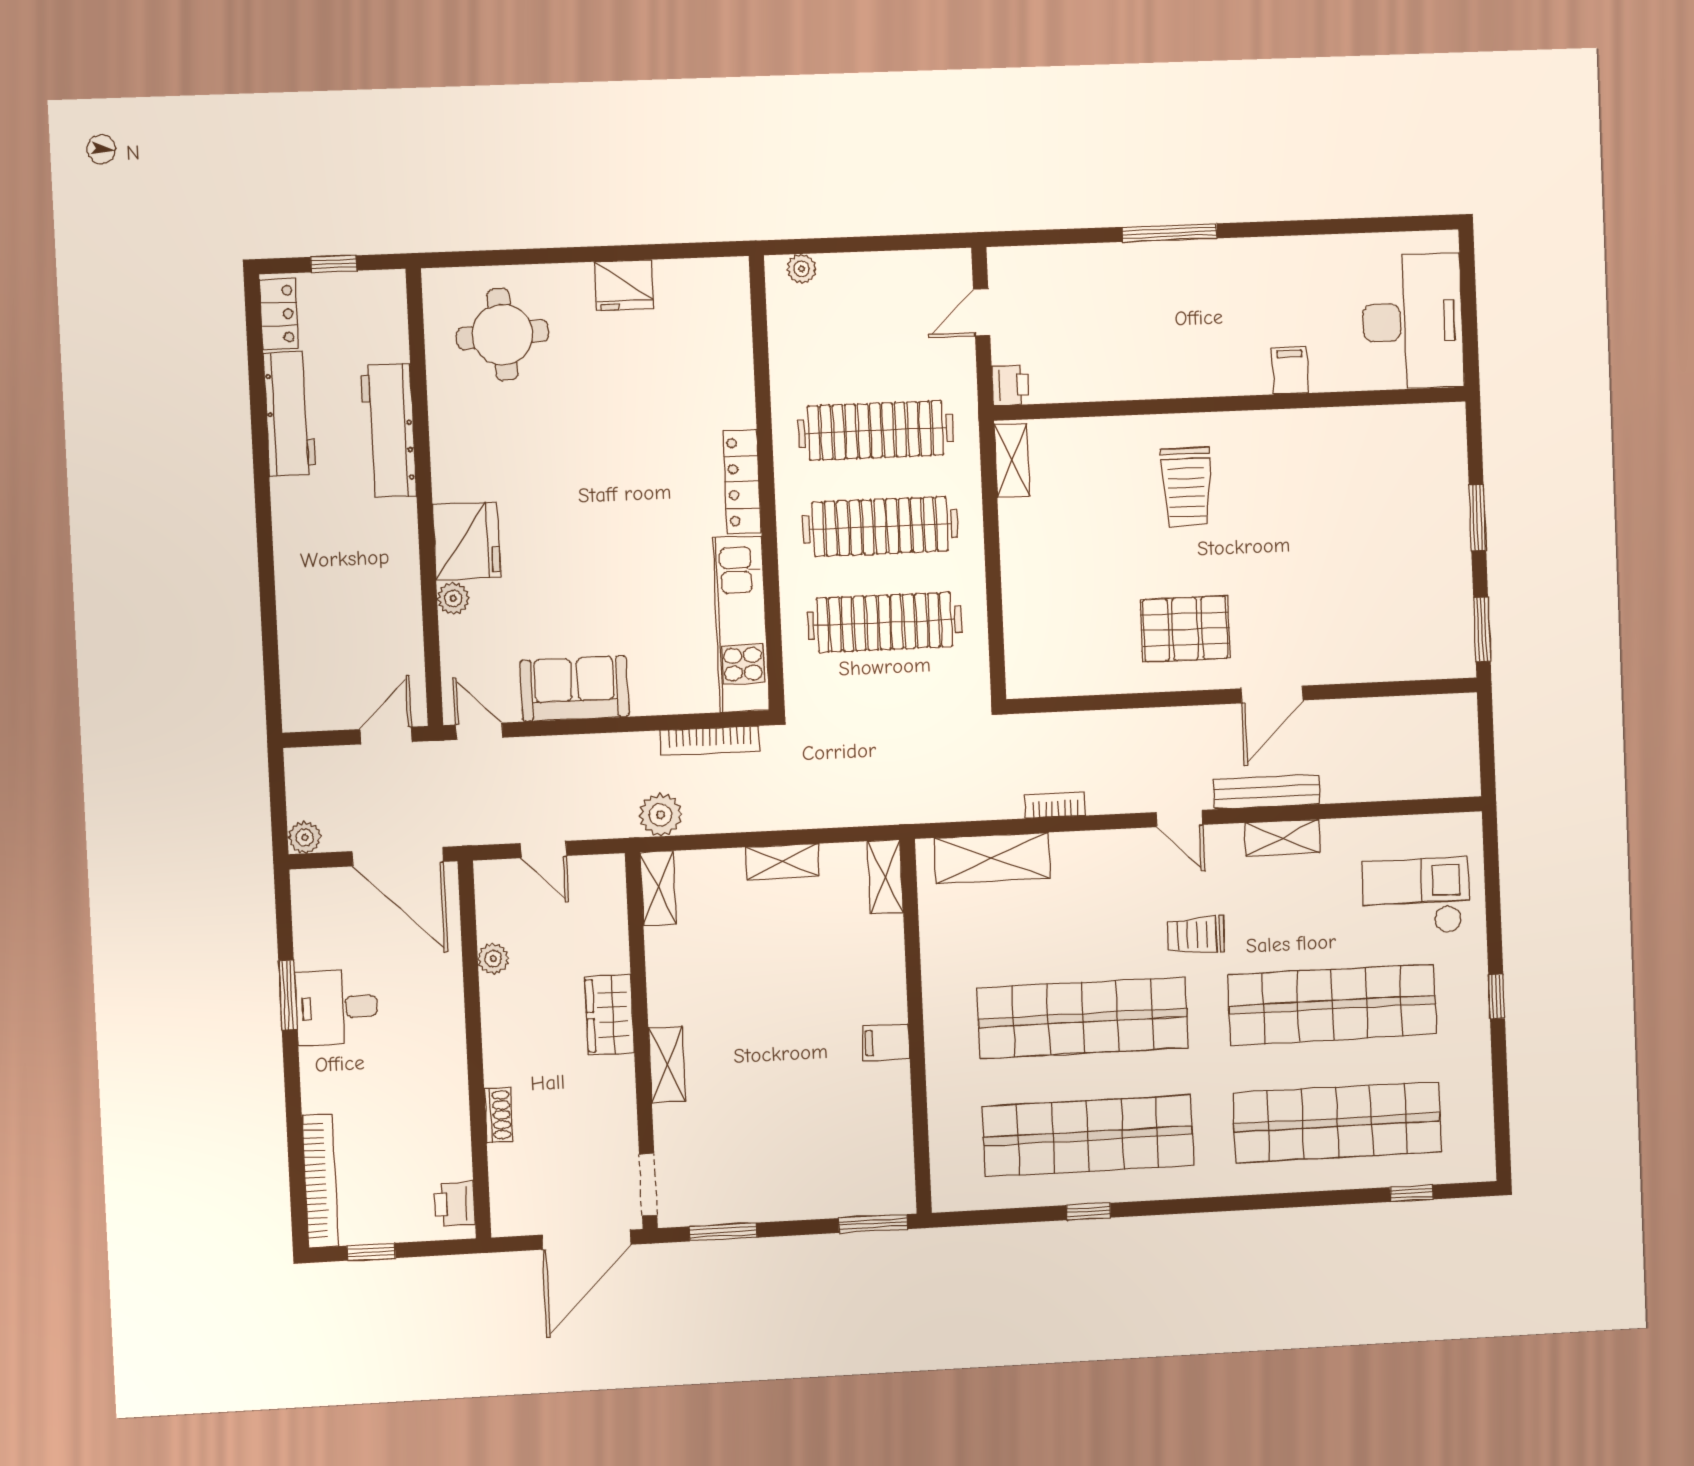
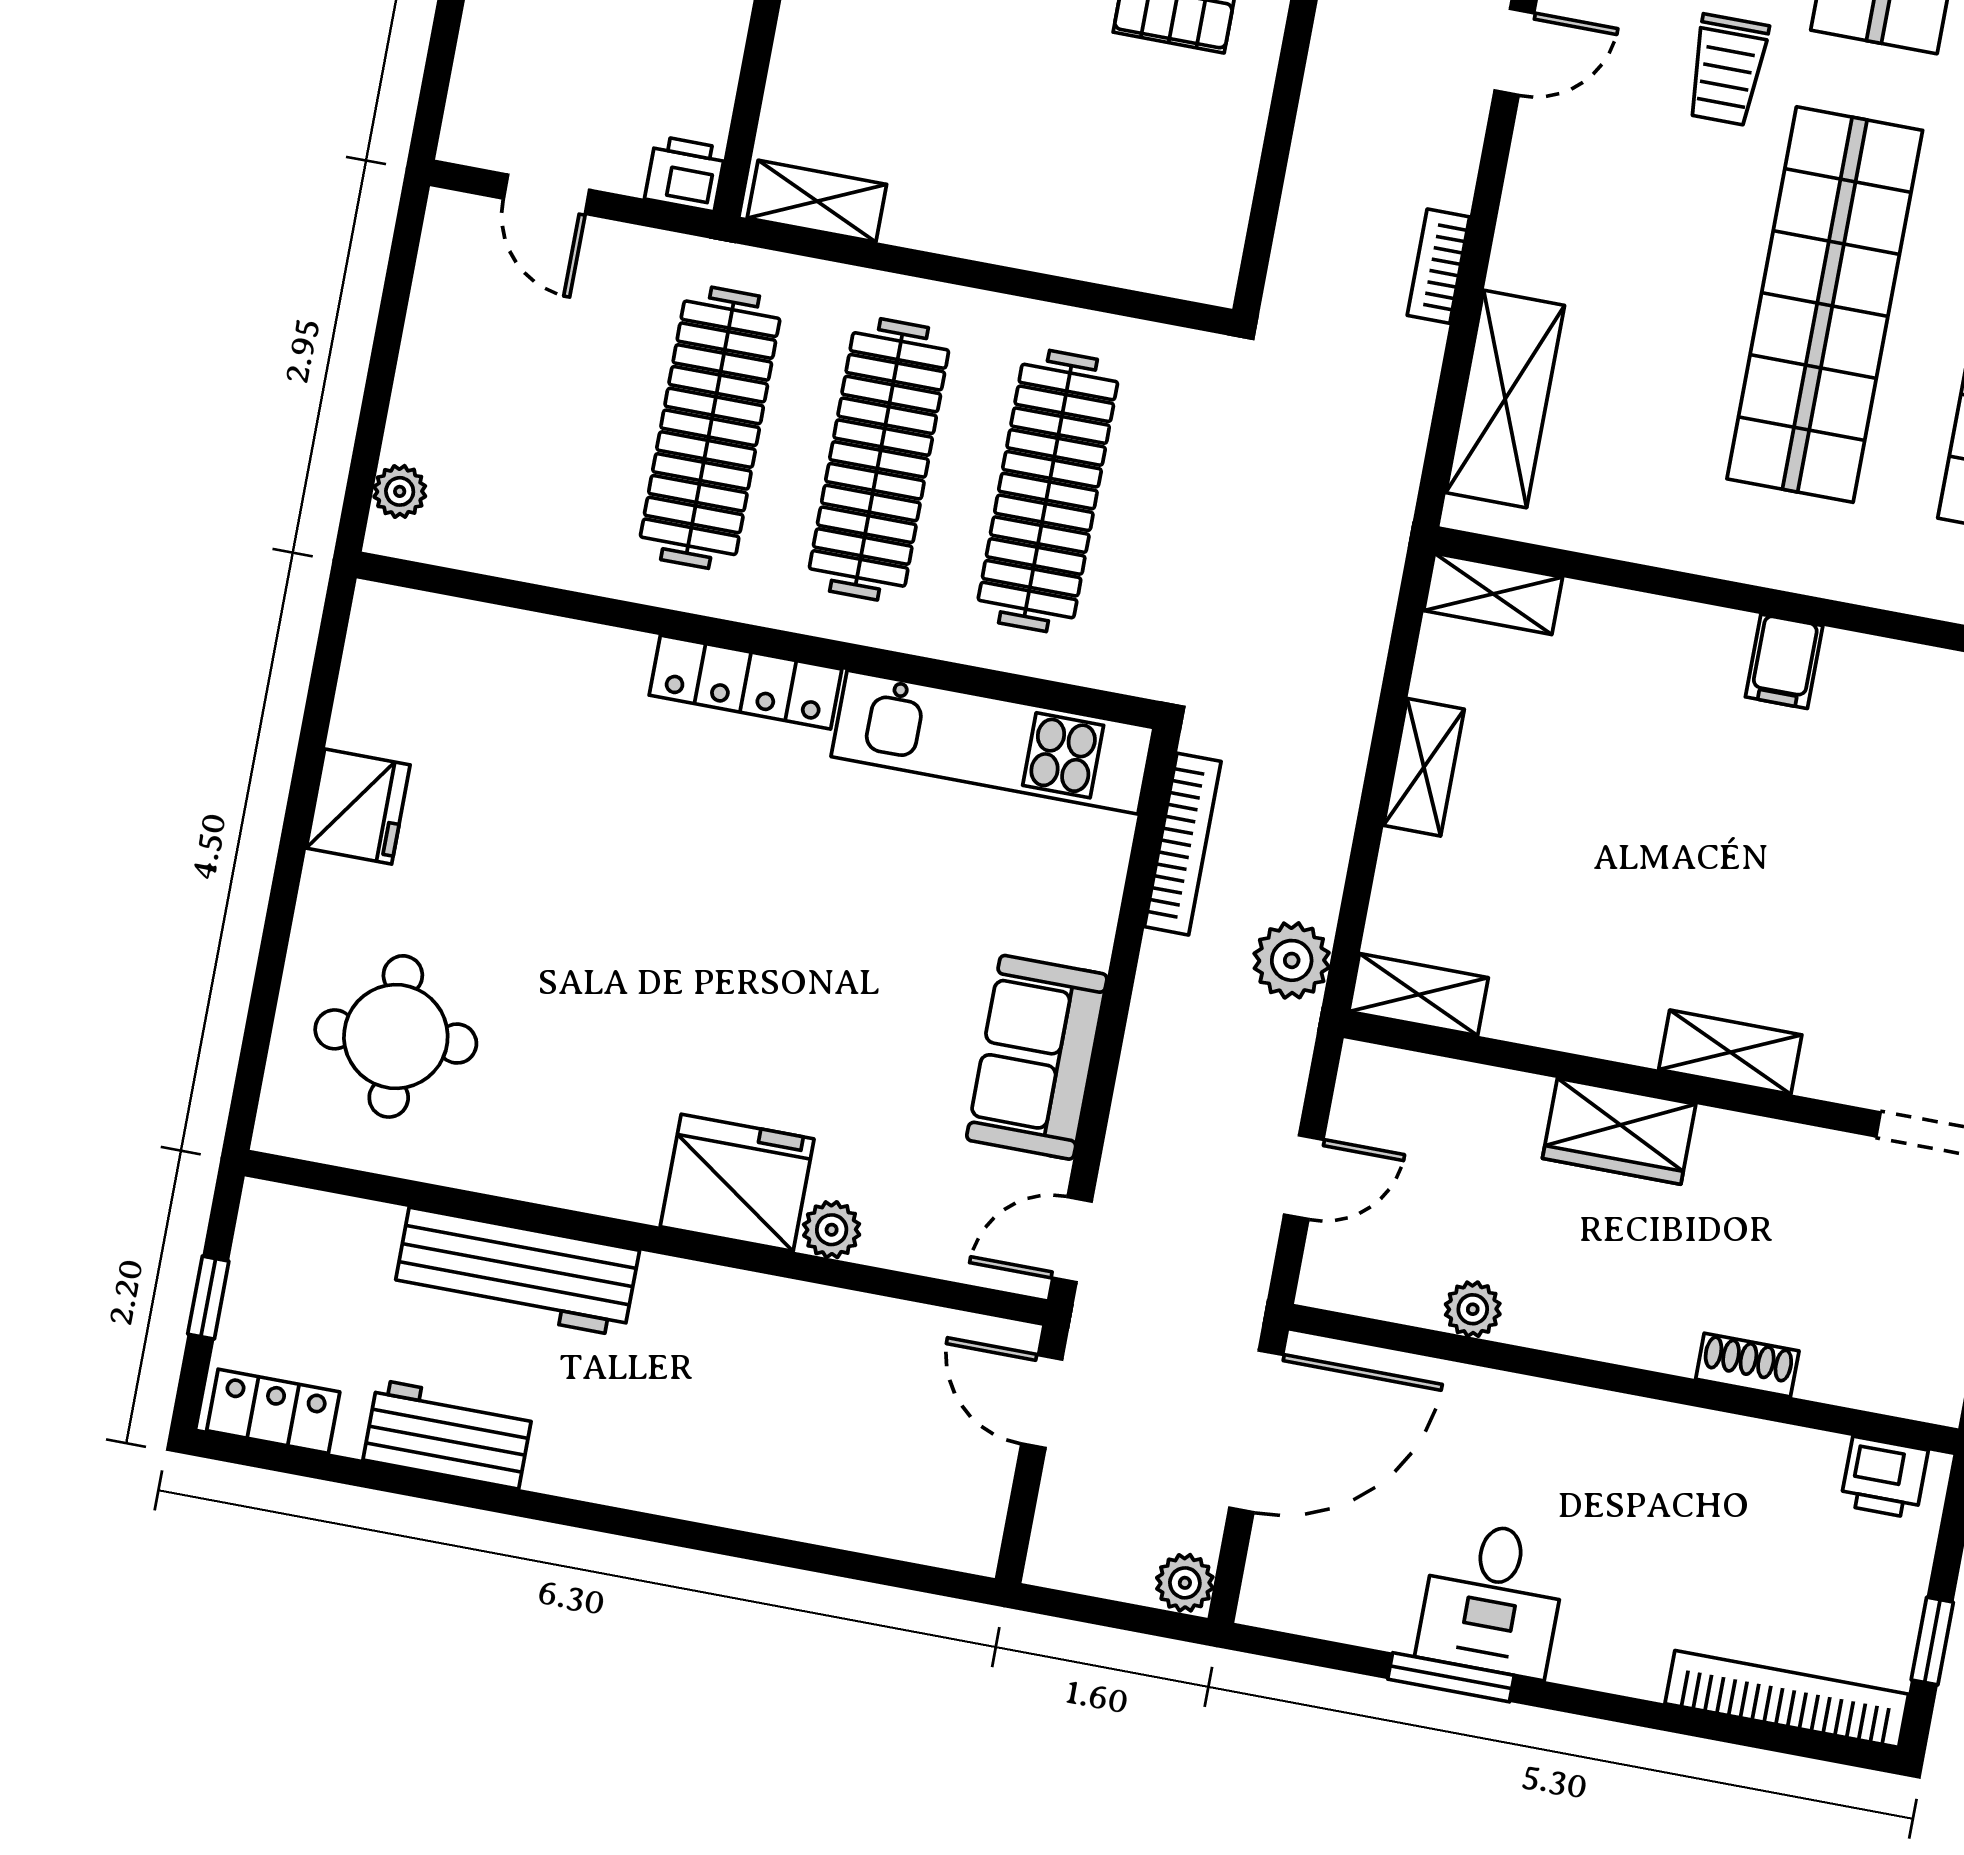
workbench: (290, 414) -> (448, 1434), width x0.73

